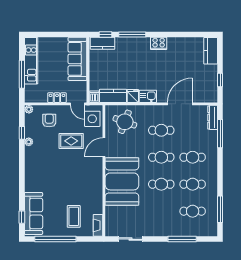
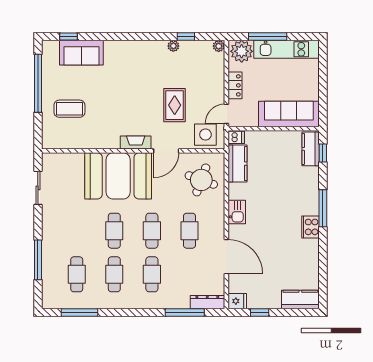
window: (132, 34) -> (323, 208), moved
plant: (32, 93) -> (242, 51), added
fridge: (133, 96) -> (237, 301), moved
armchair: (49, 121) -> (203, 75), removed
door: (104, 147) -> (166, 151), swing flipped
sofa: (34, 213) -> (81, 53), width x0.73
fireplace: (98, 225) -> (136, 143), moved

